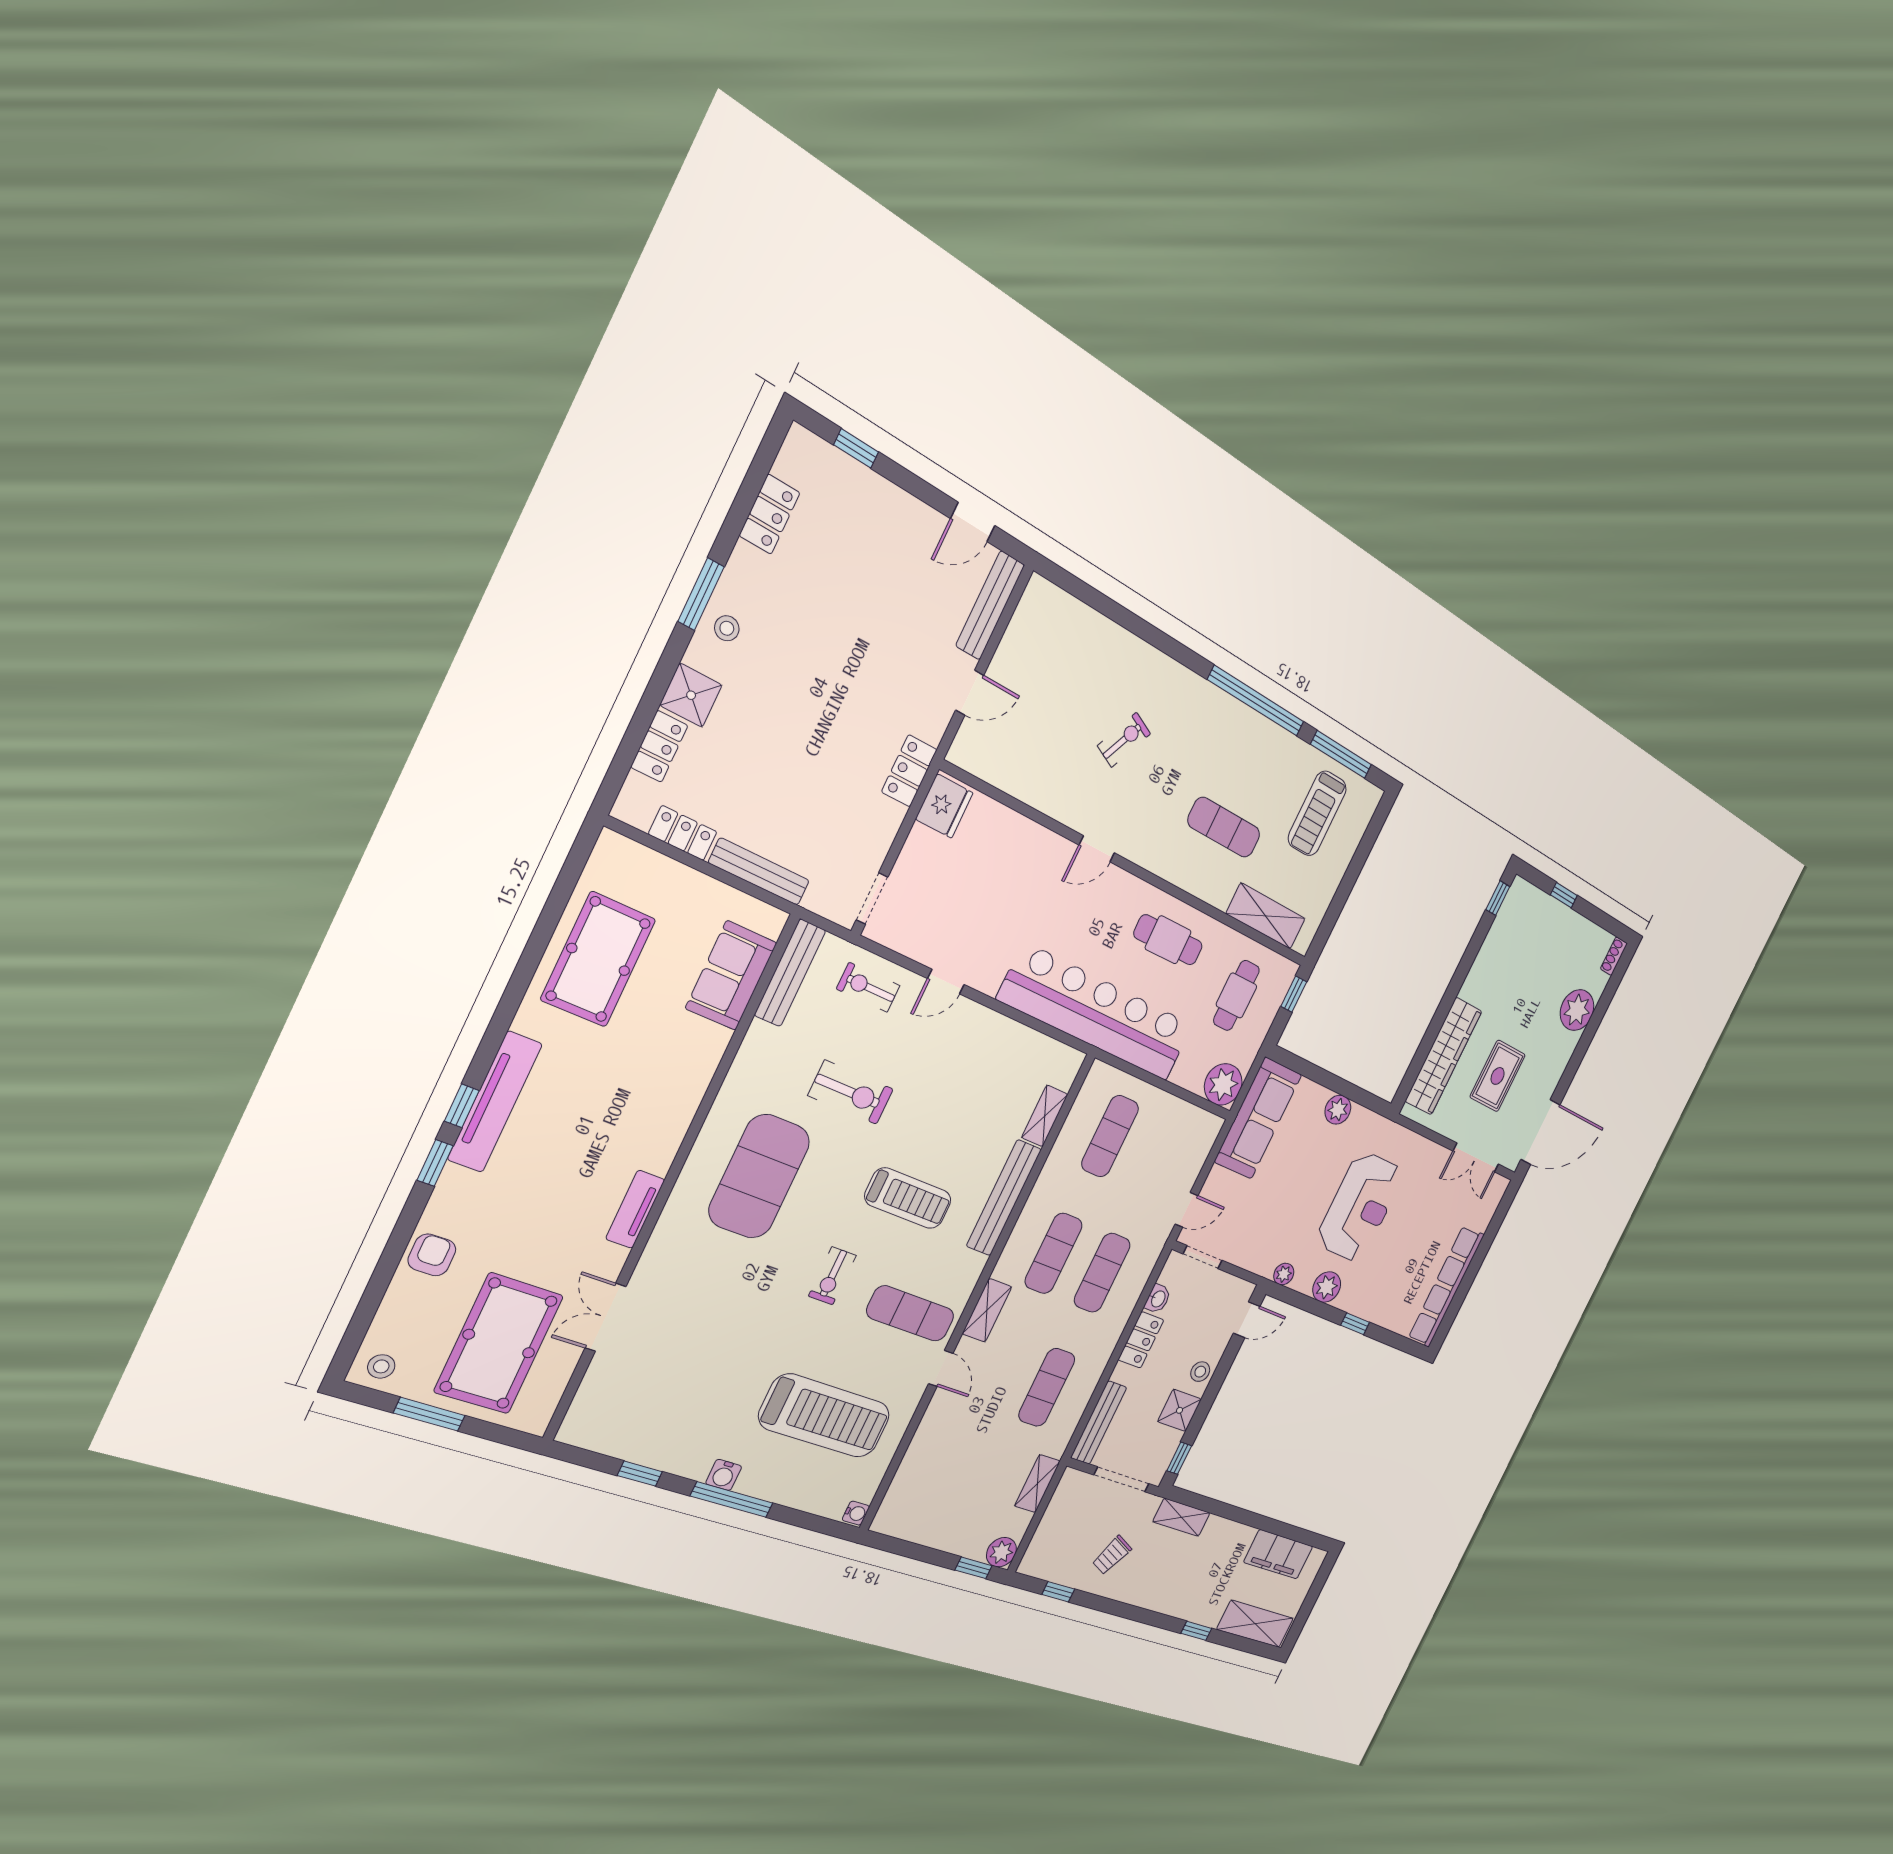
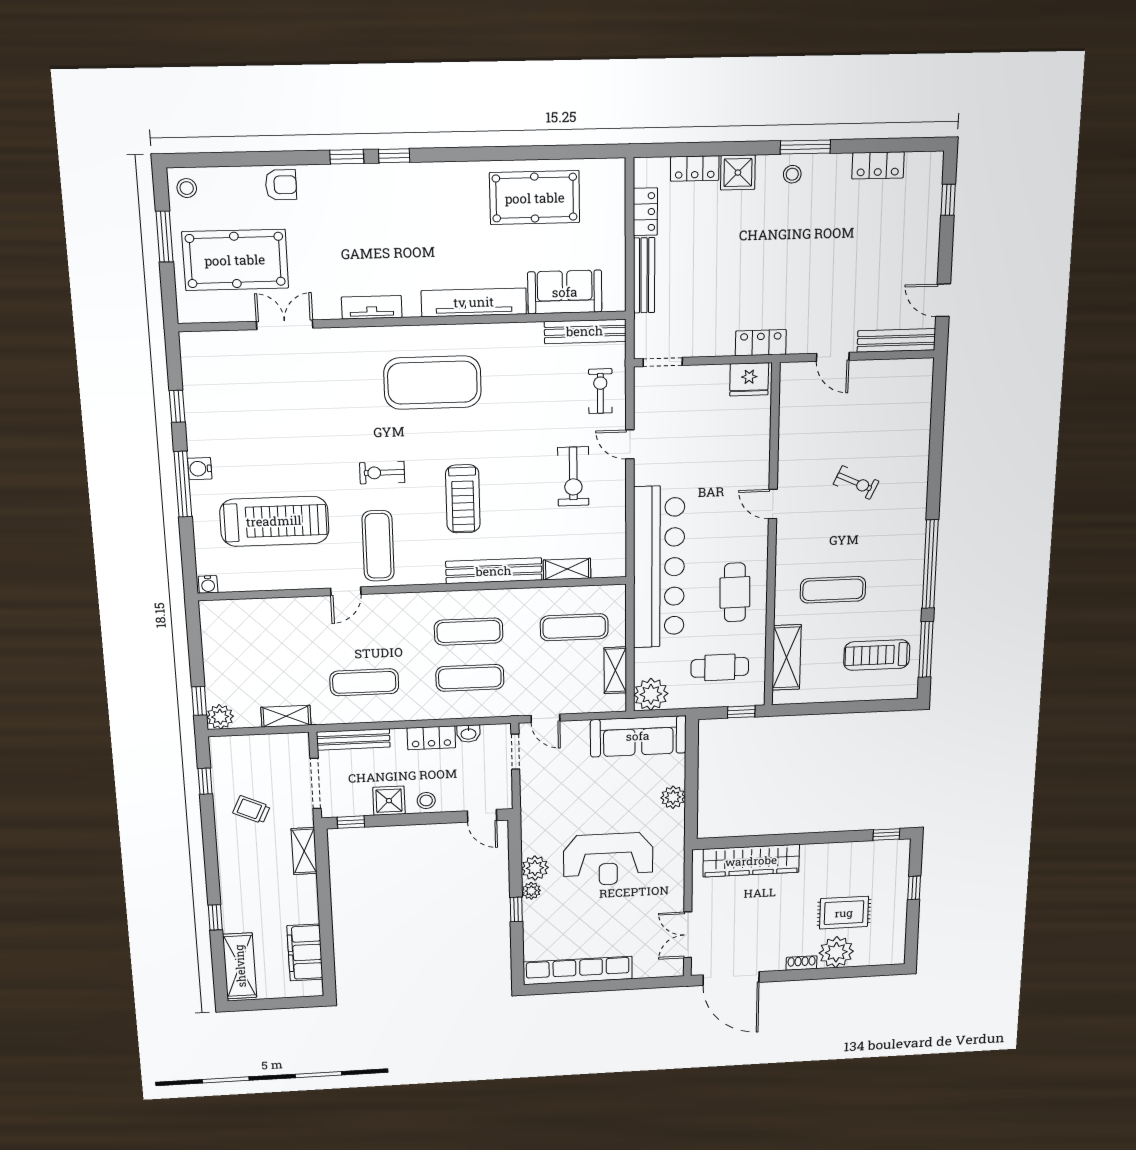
exercise mat: (1224, 827) -> (833, 590), turned 90
shoe rack: (1614, 956) -> (802, 963), moved
rug: (1498, 1076) -> (844, 913), moved
exercise bike: (851, 1092) -> (573, 476), moved
tv unit: (495, 1102) -> (474, 302), moved, turned 180
plant: (1284, 1274) -> (531, 891), moved
shelving: (987, 1310) -> (615, 670), moved, turned 90
treadmill: (825, 1416) -> (274, 521), turned -90

